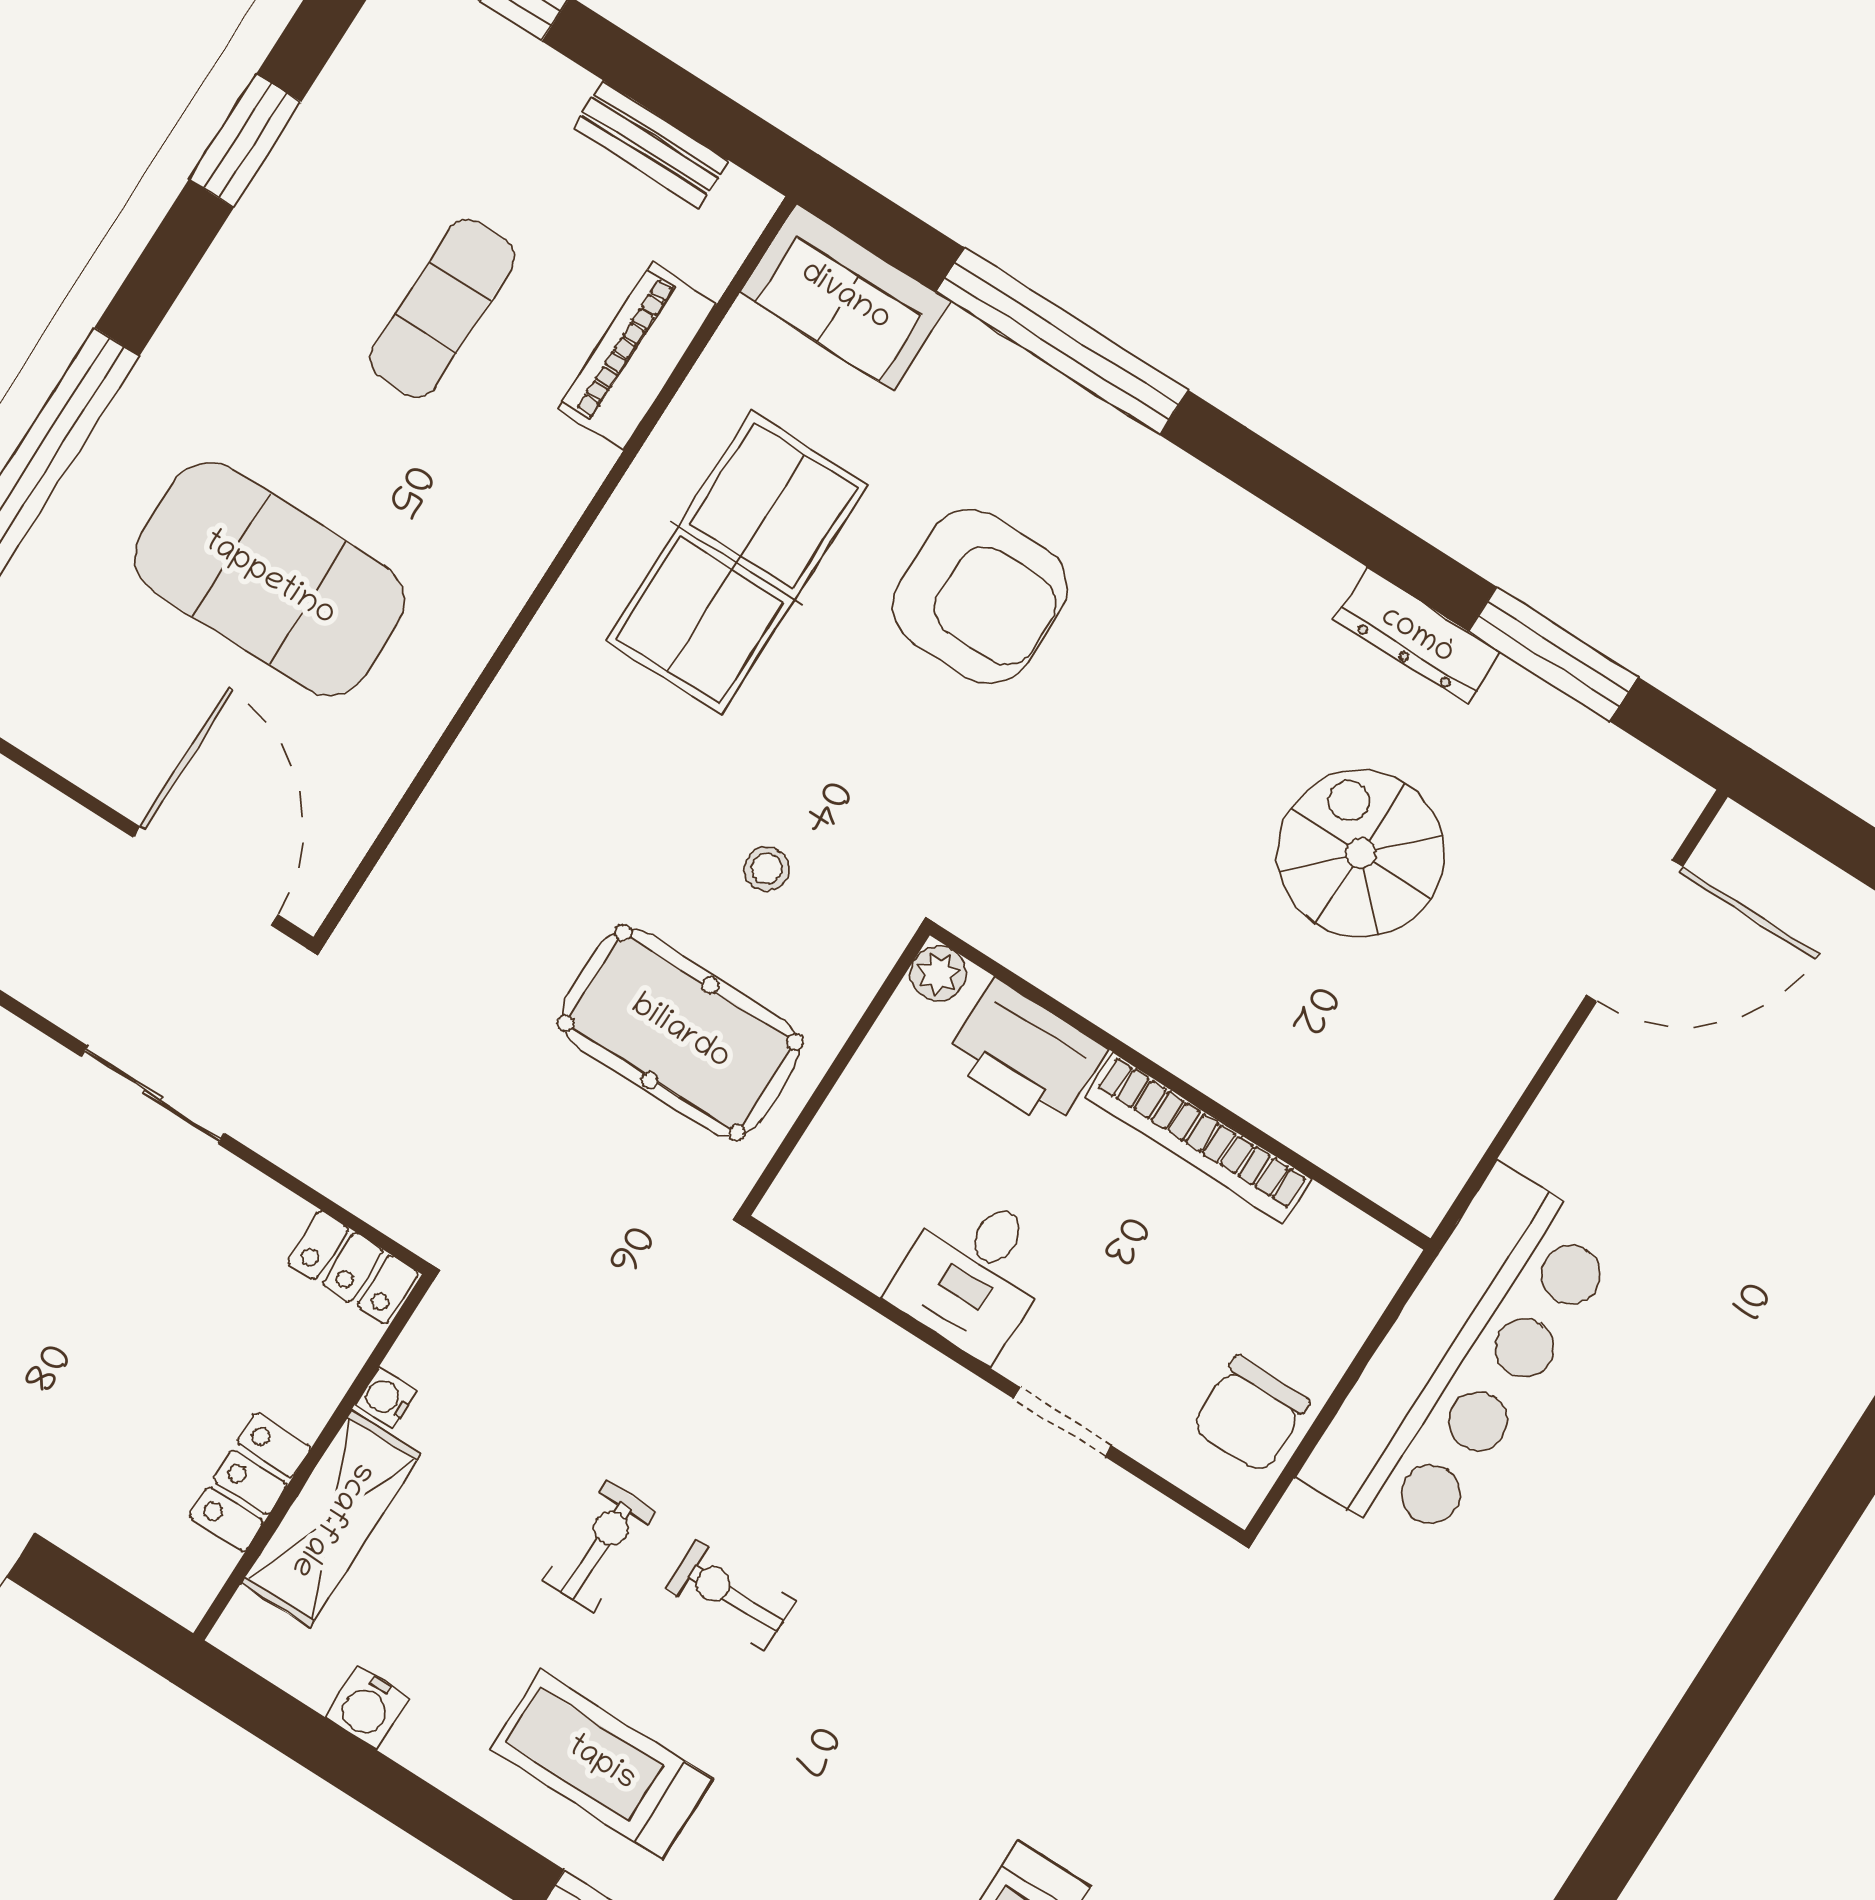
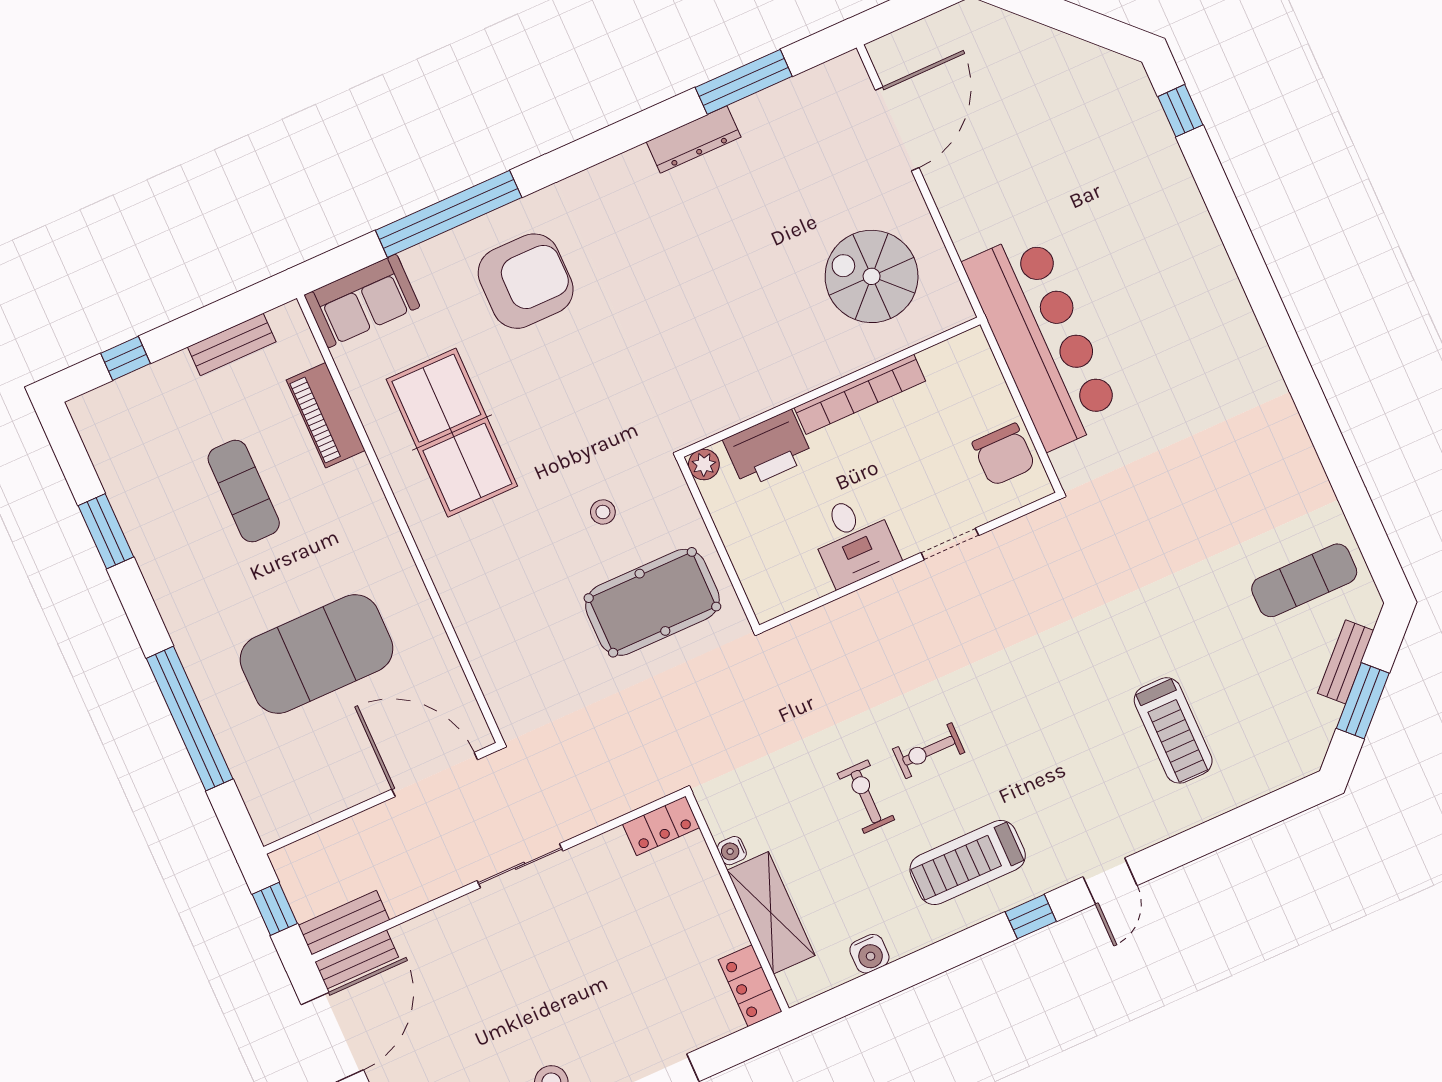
armchair: (980, 596) -> (526, 281), moved
spiral stairs: (1361, 854) -> (872, 276), moved
locker: (250, 1482) -> (750, 986), moved

